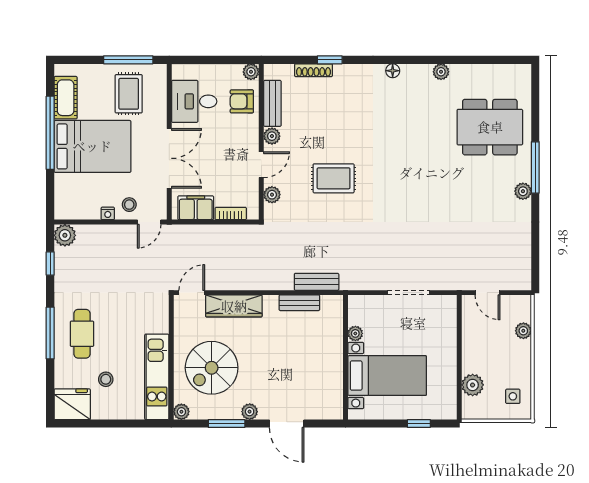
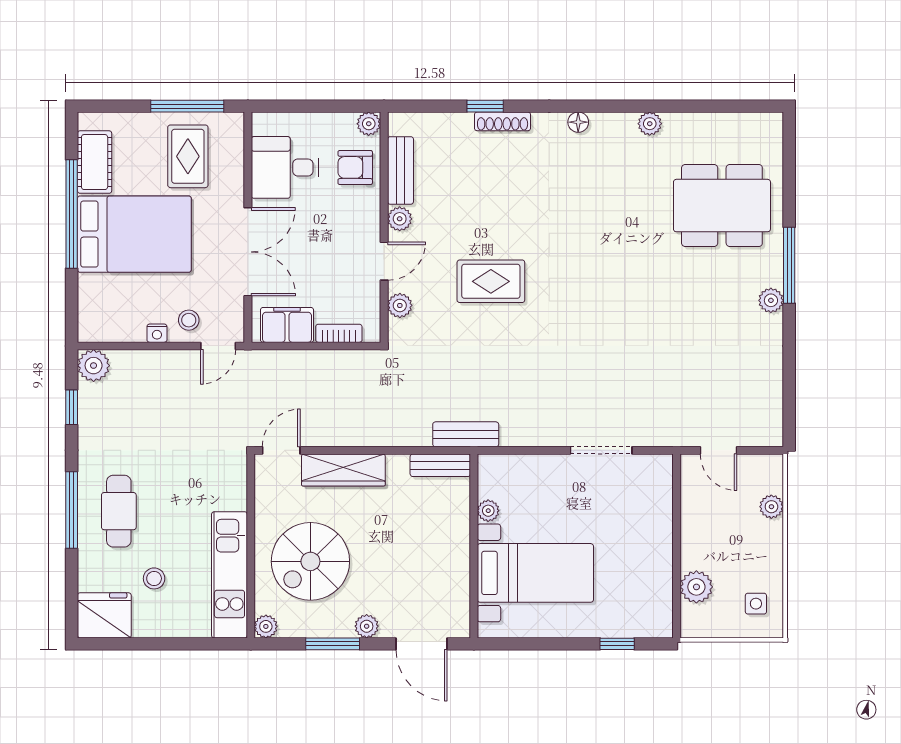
shoe rack: (314, 70) -> (503, 121), moved
plant: (355, 333) -> (488, 511), moved
wall: (346, 357) -> (474, 546), moved
bed with nightstands: (387, 376) -> (535, 573), moved

